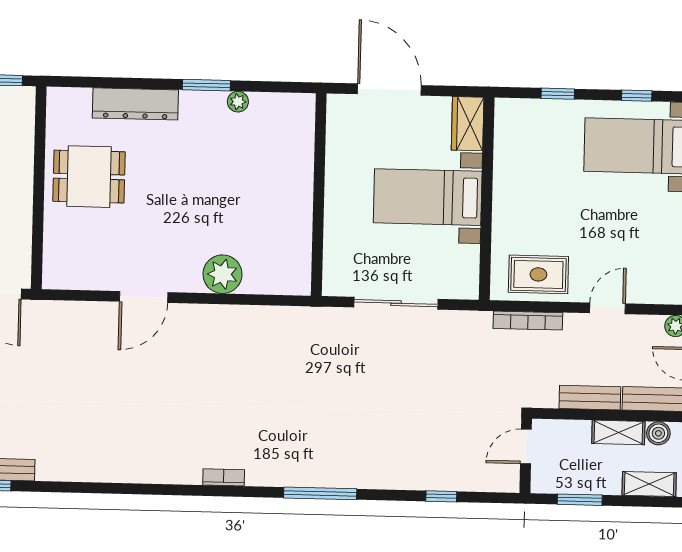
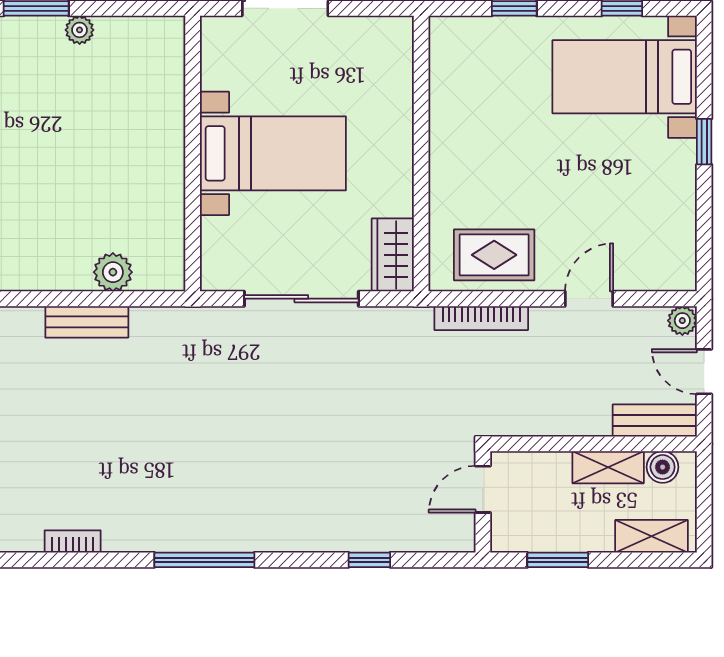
wardrobe: (468, 124) -> (393, 255), moved
bed with nightstands: (428, 197) -> (273, 153), moved, turned 180
plant: (223, 274) -> (113, 272), moved, width x0.73, depth x0.73
bench: (590, 398) -> (87, 322), moved

